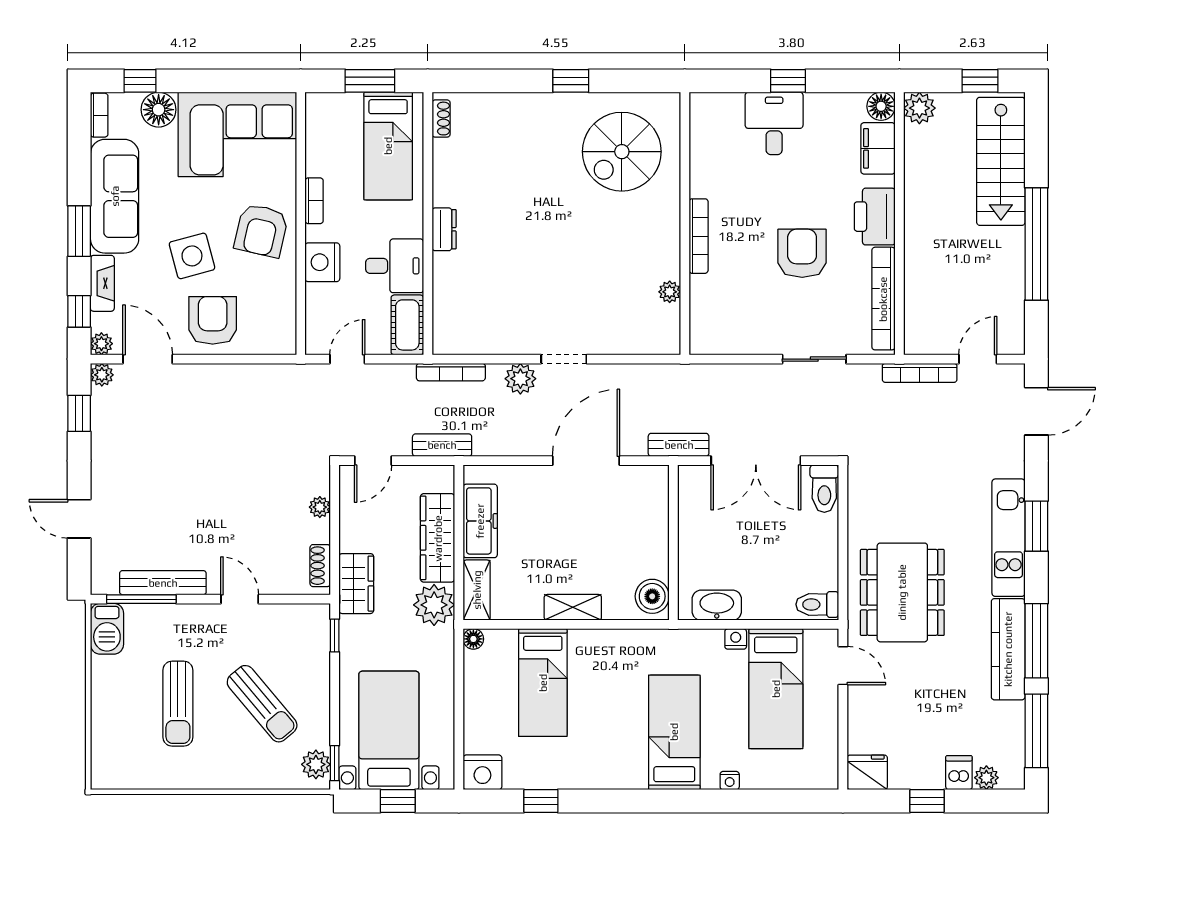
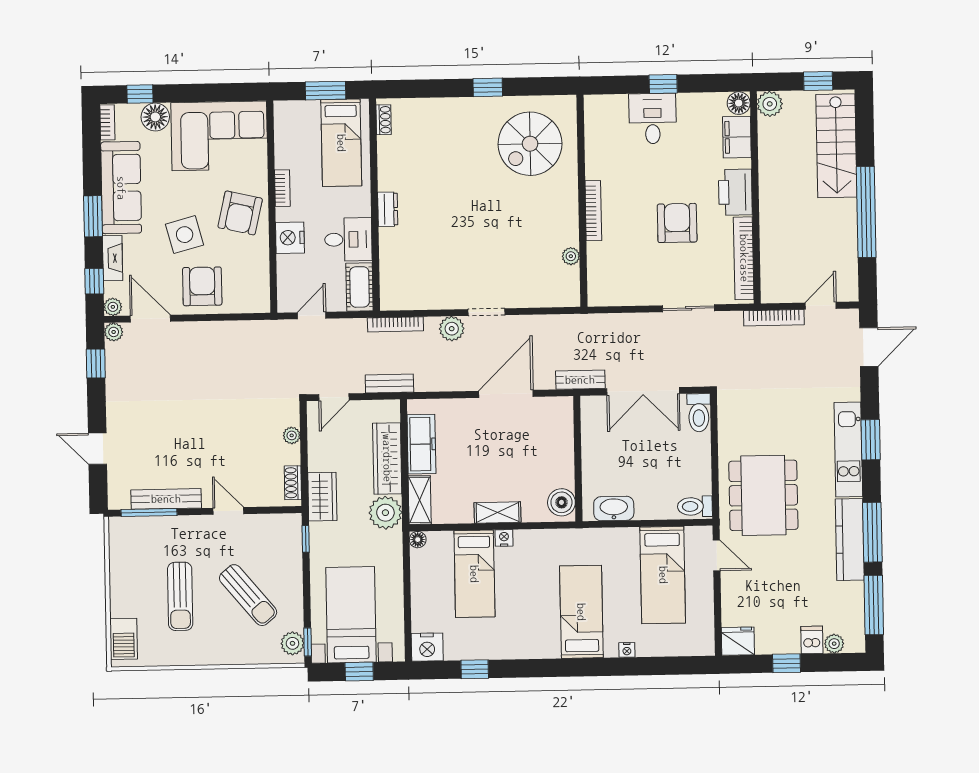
barbecue: (107, 629) -> (124, 639), moved
nightstand: (736, 639) -> (504, 538), moved

